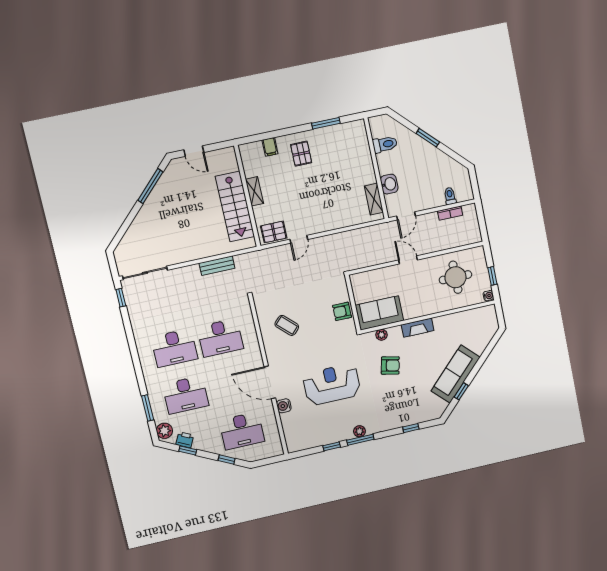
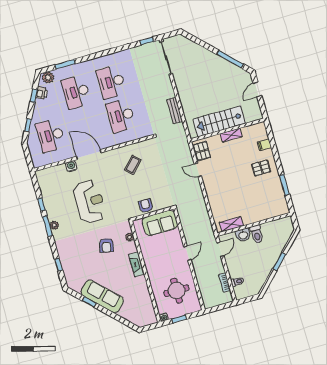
toilet: (385, 144) -> (257, 234), moved
door: (406, 216) -> (220, 249), swing flipped
sofa: (379, 313) -> (160, 223), moved, turned 90
door: (270, 382) -> (89, 155), hinge flipped

